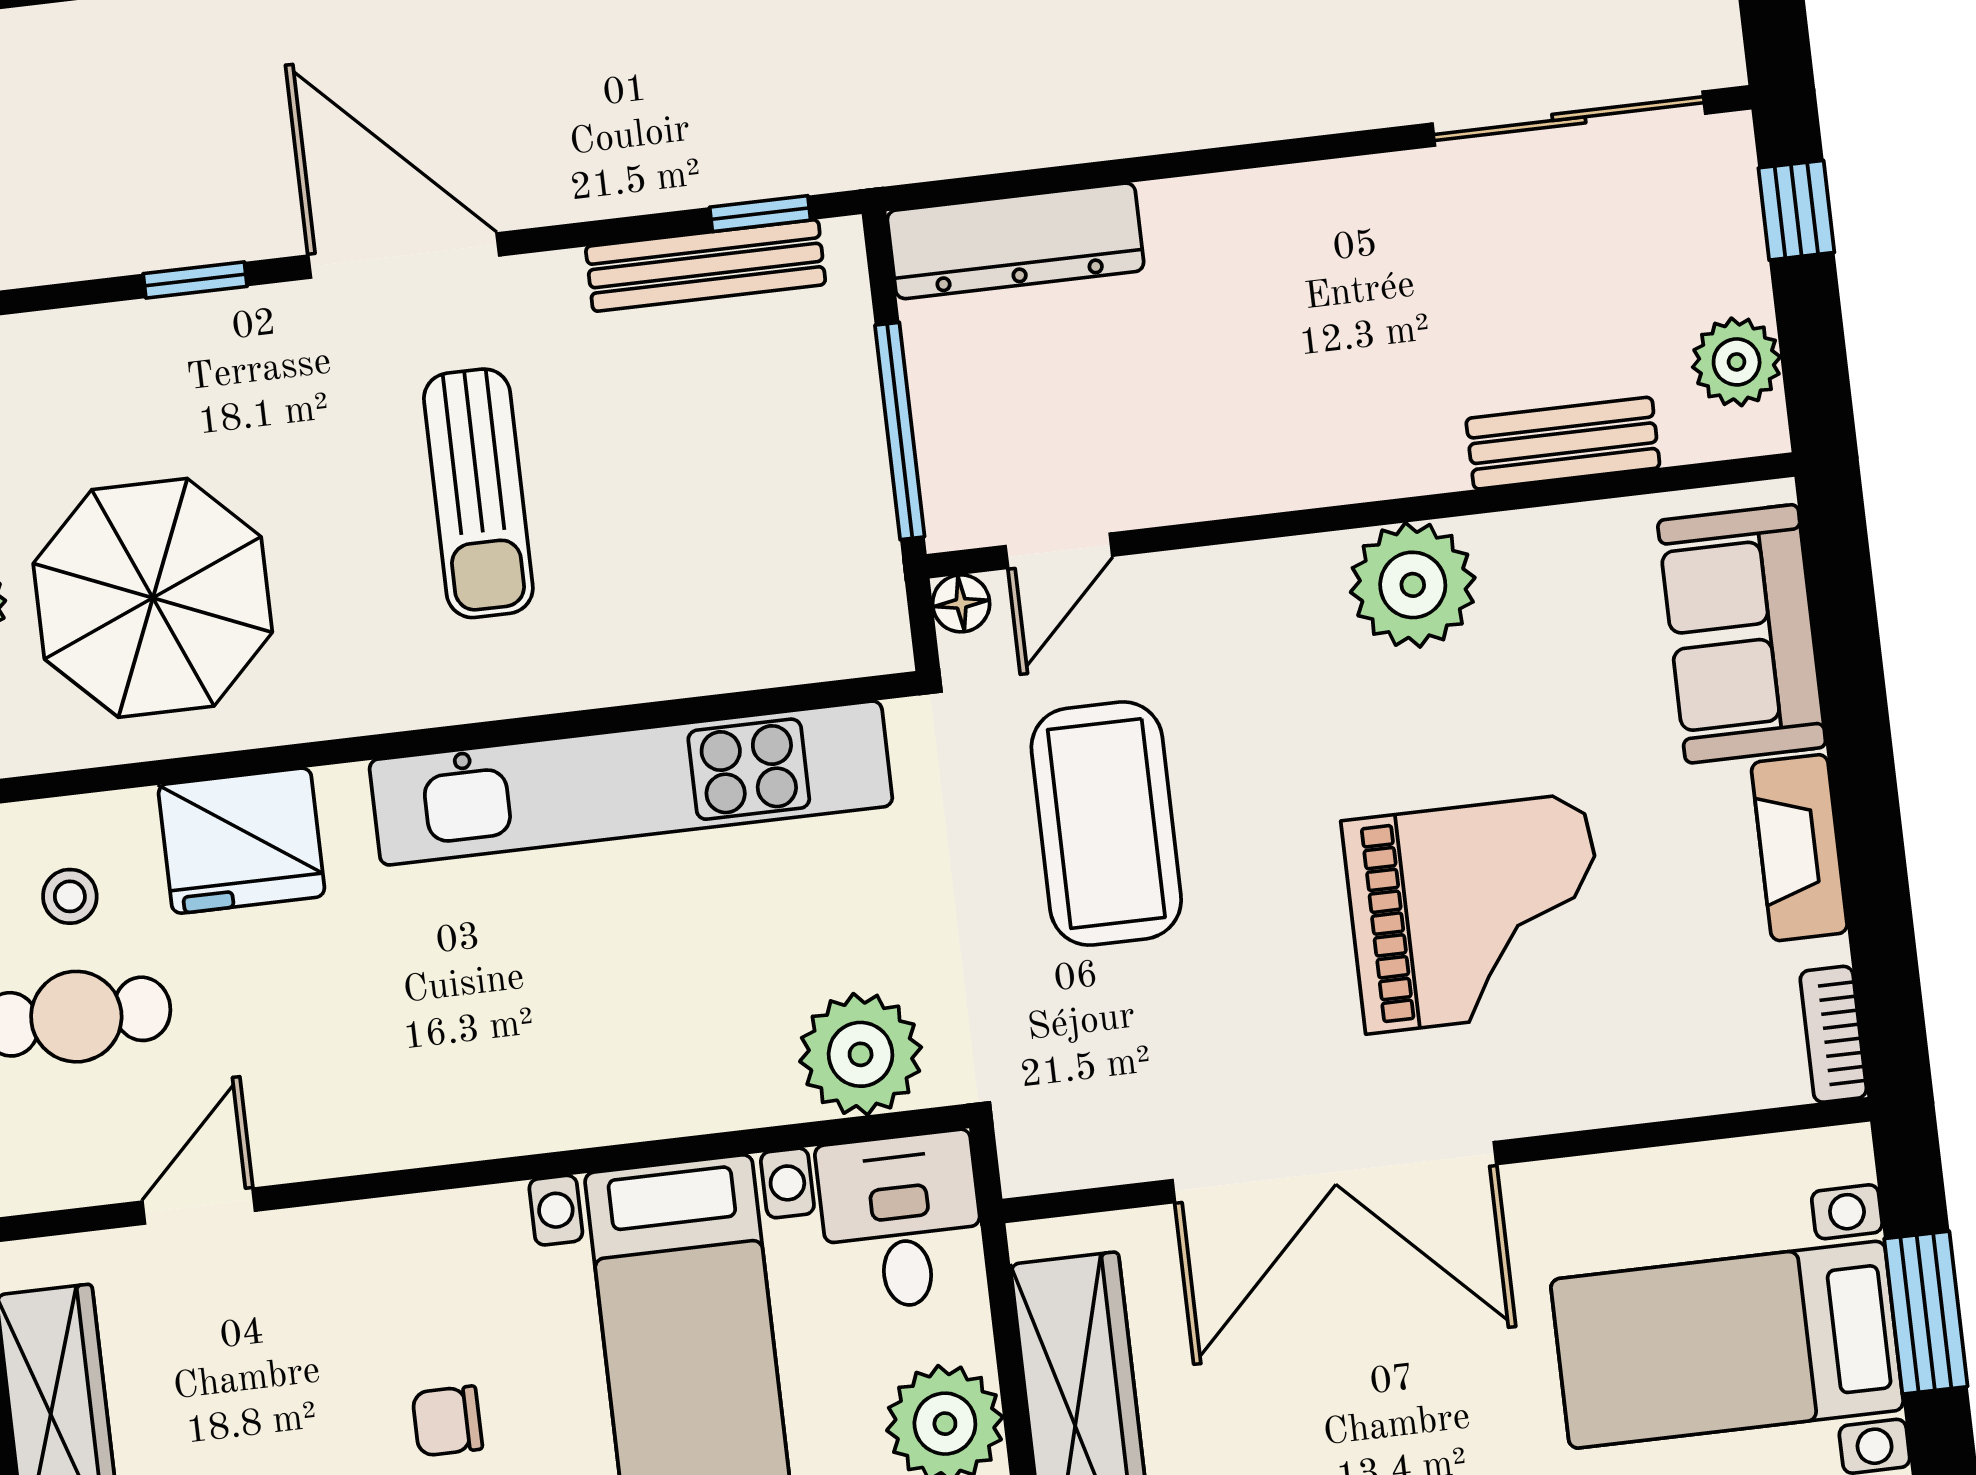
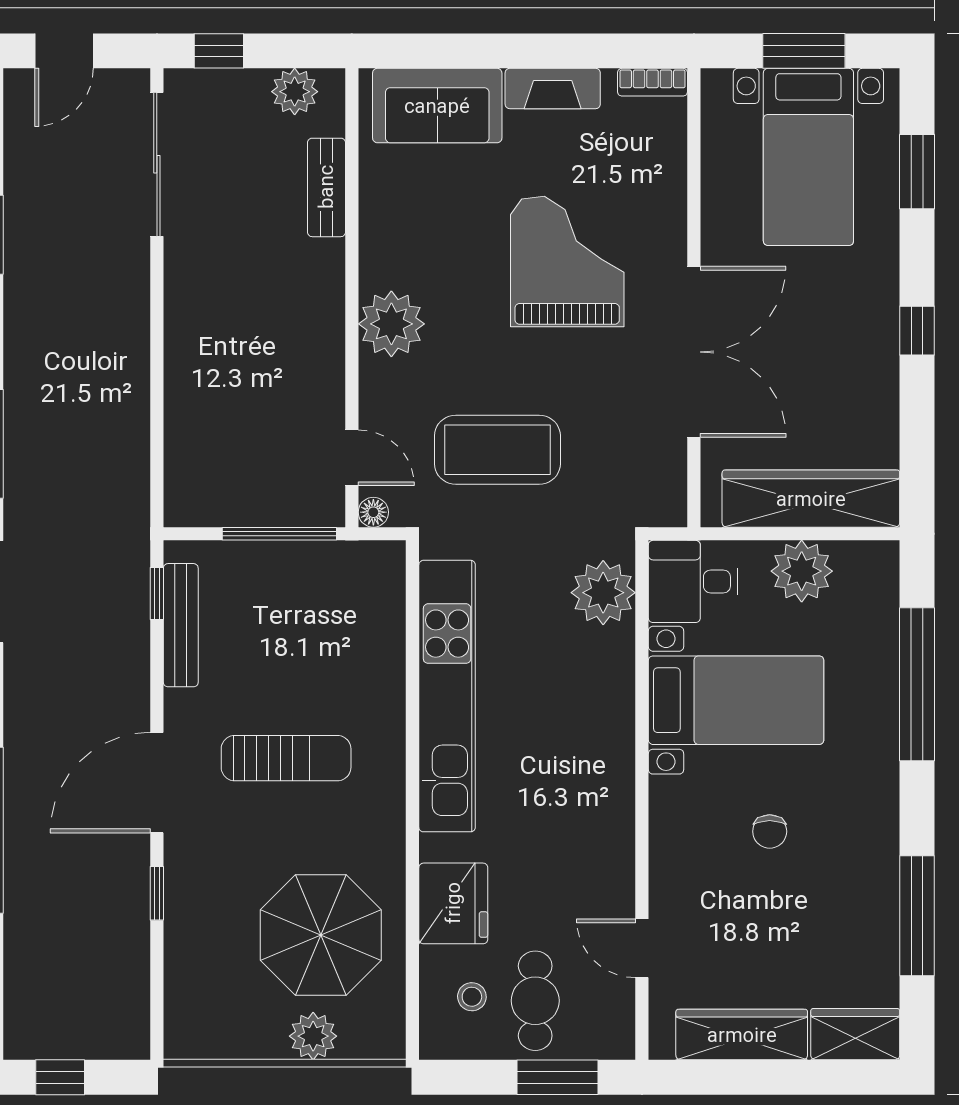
dresser: (1016, 241) -> (187, 461), removed
plant: (1413, 585) -> (391, 324), moved

